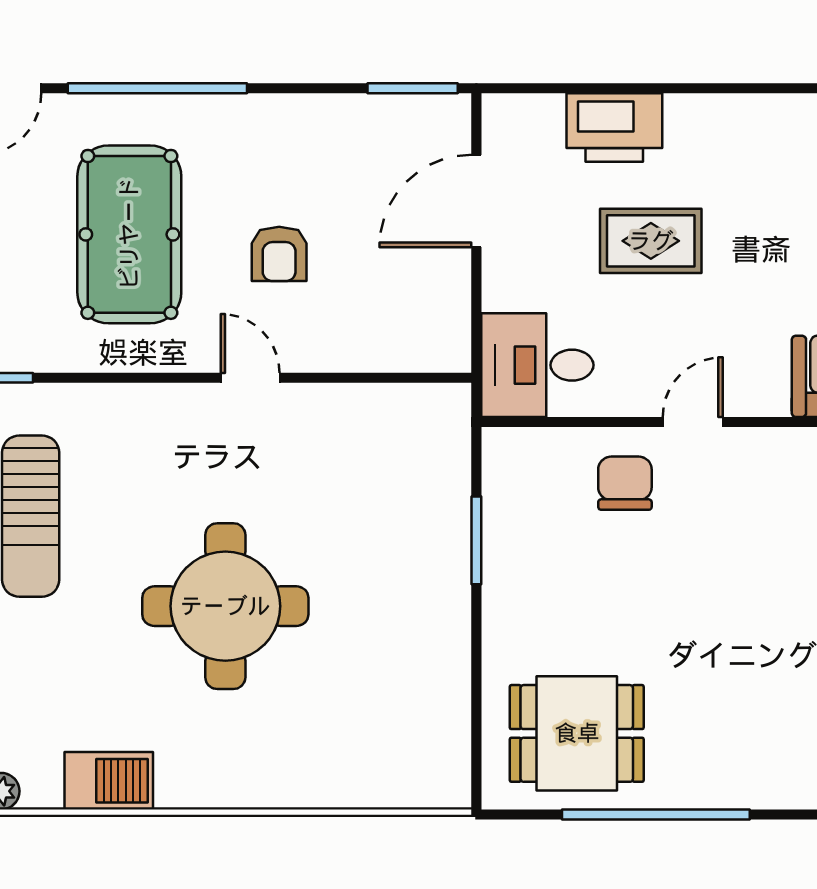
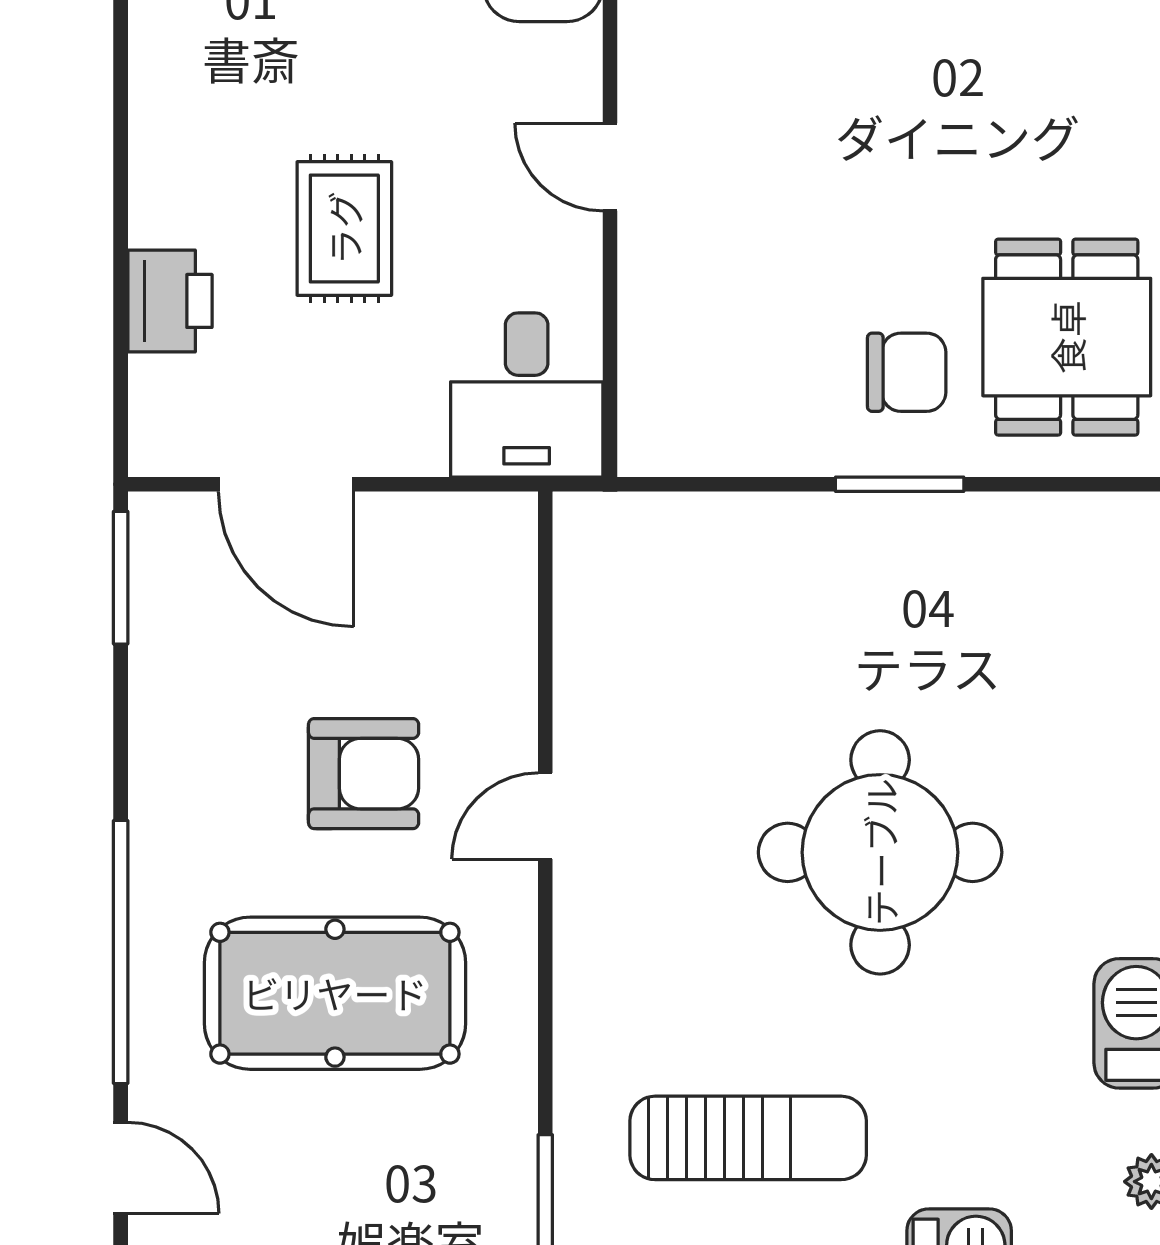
printer: (614, 127) -> (170, 301), width x0.73, depth x0.84
armchair: (279, 254) -> (364, 774), width x1.38, depth x1.38
chair: (625, 483) -> (907, 372), moved, turned 180
window: (476, 540) -> (900, 484), moved

